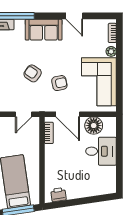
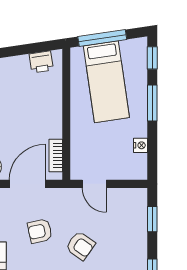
door: (23, 114) -> (94, 184), swing flipped
door: (68, 114) -> (27, 184), hinge flipped

